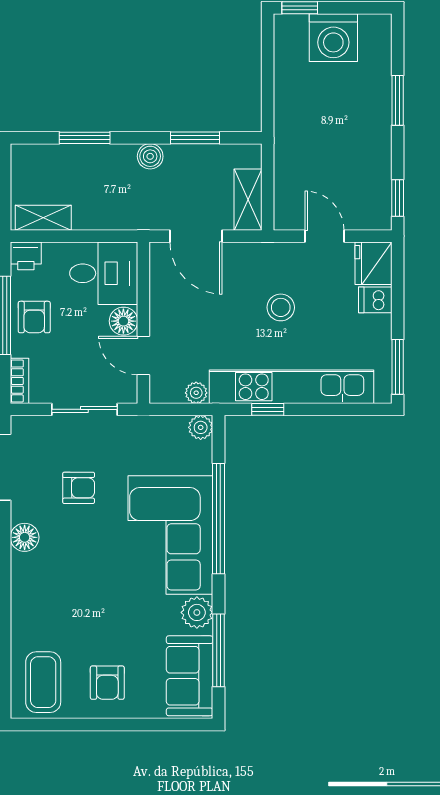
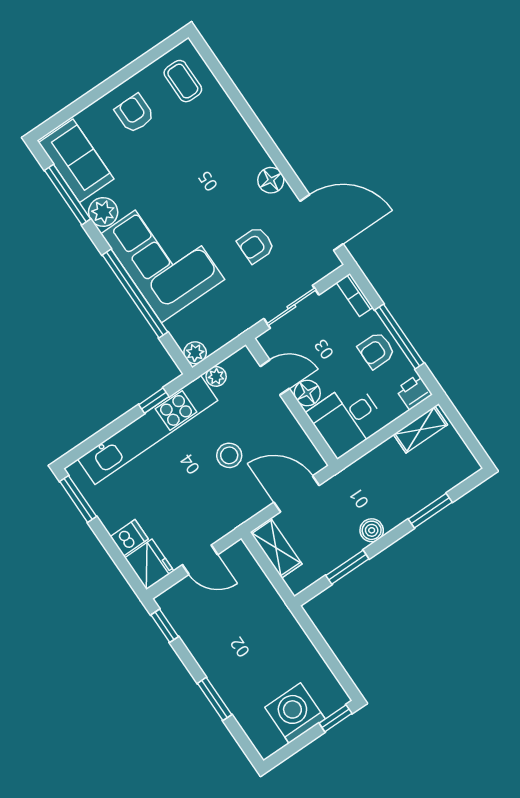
stool: (281, 307) -> (229, 455), moved
armchair: (34, 317) -> (376, 350), turned -90
coffee table: (43, 682) -> (183, 81), width x0.73, depth x0.77

